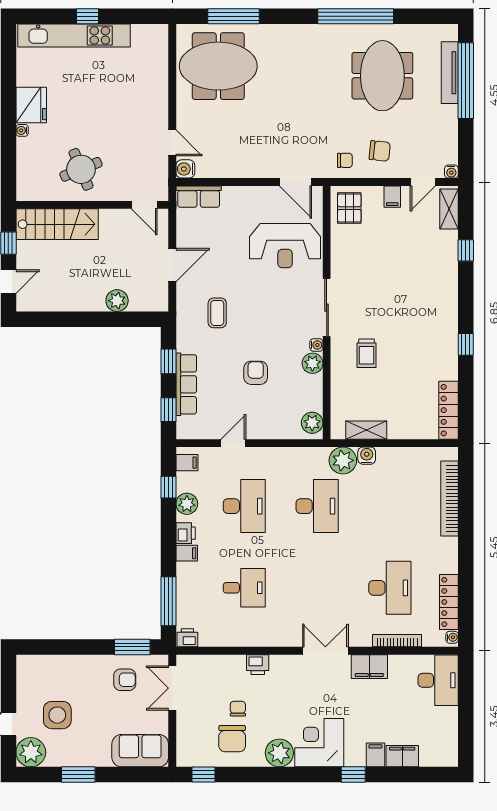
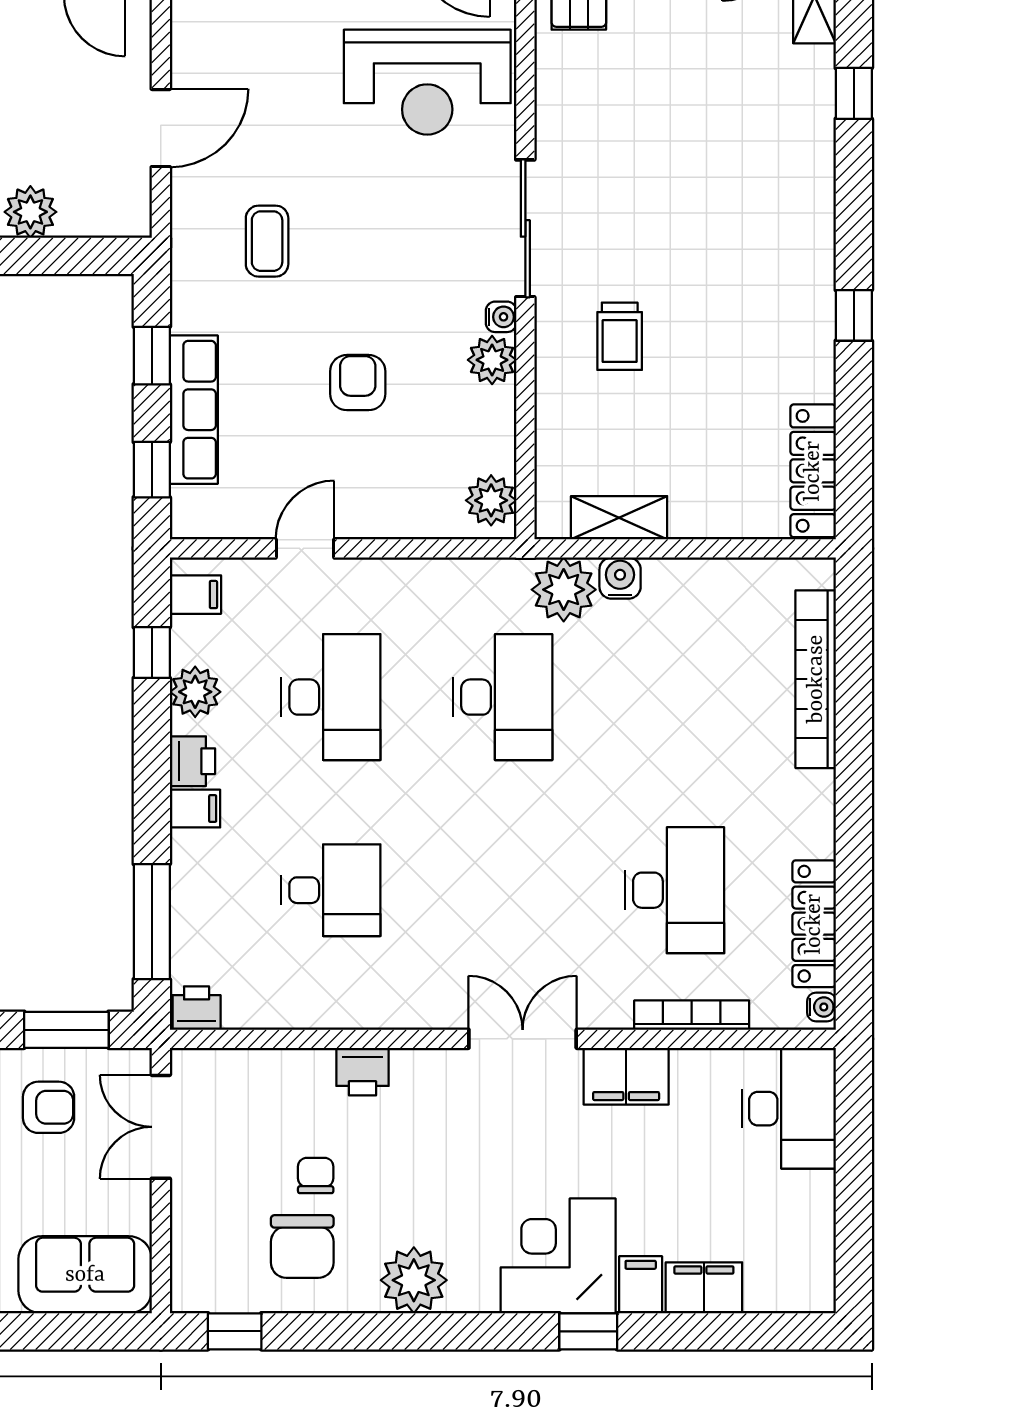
corner desk: (319, 743) -> (558, 1256), moved

